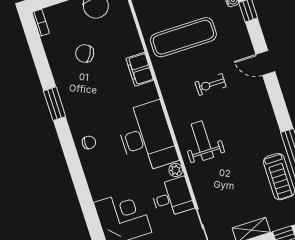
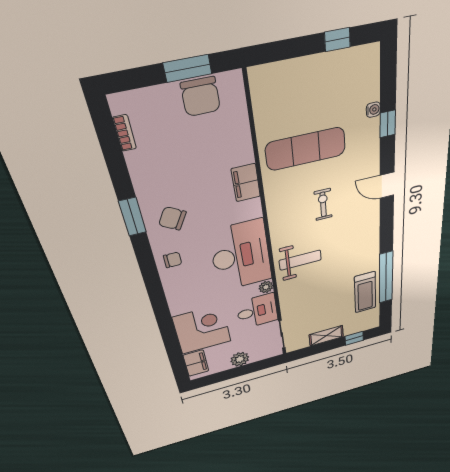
bookcase: (41, 23) -> (125, 133), moved
chair: (85, 53) -> (172, 218), moved
exercise bike: (211, 85) -> (323, 204), turned 90
weight bench: (202, 141) -> (300, 260), turned 90

